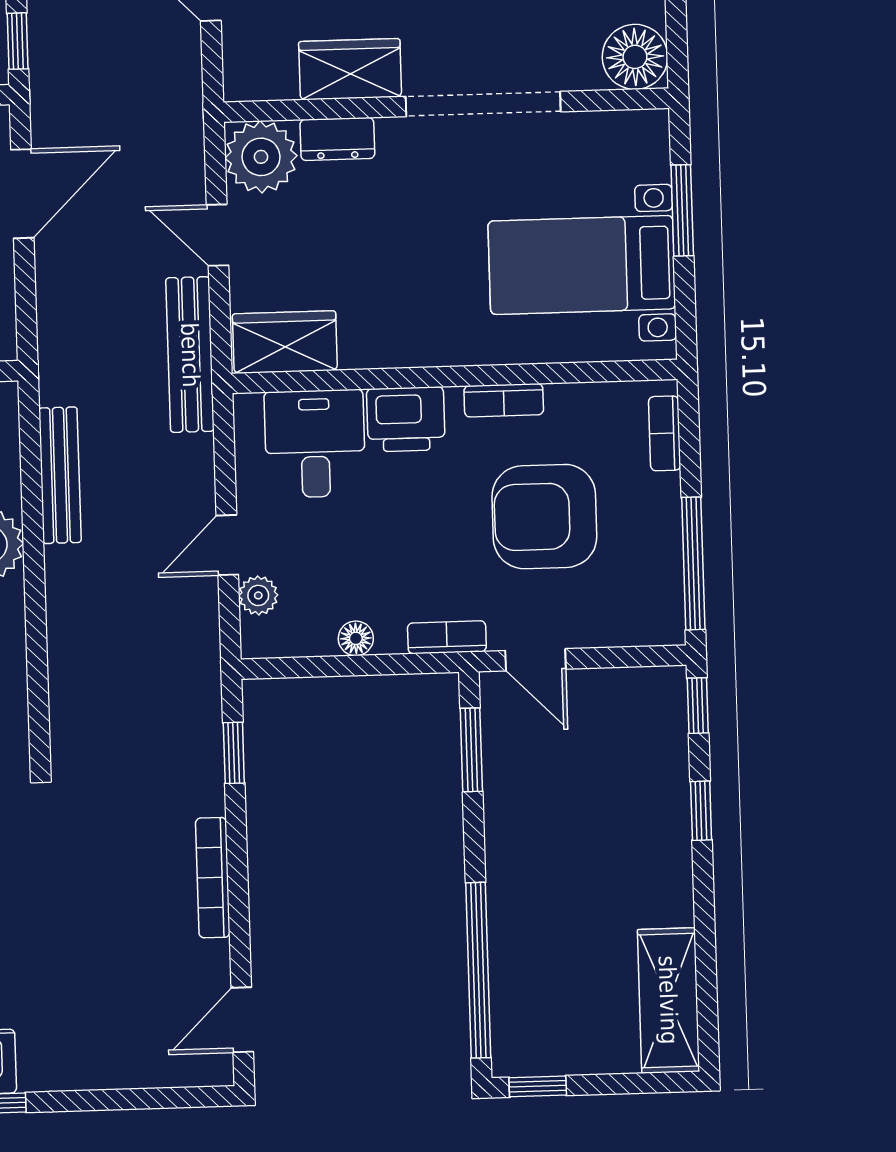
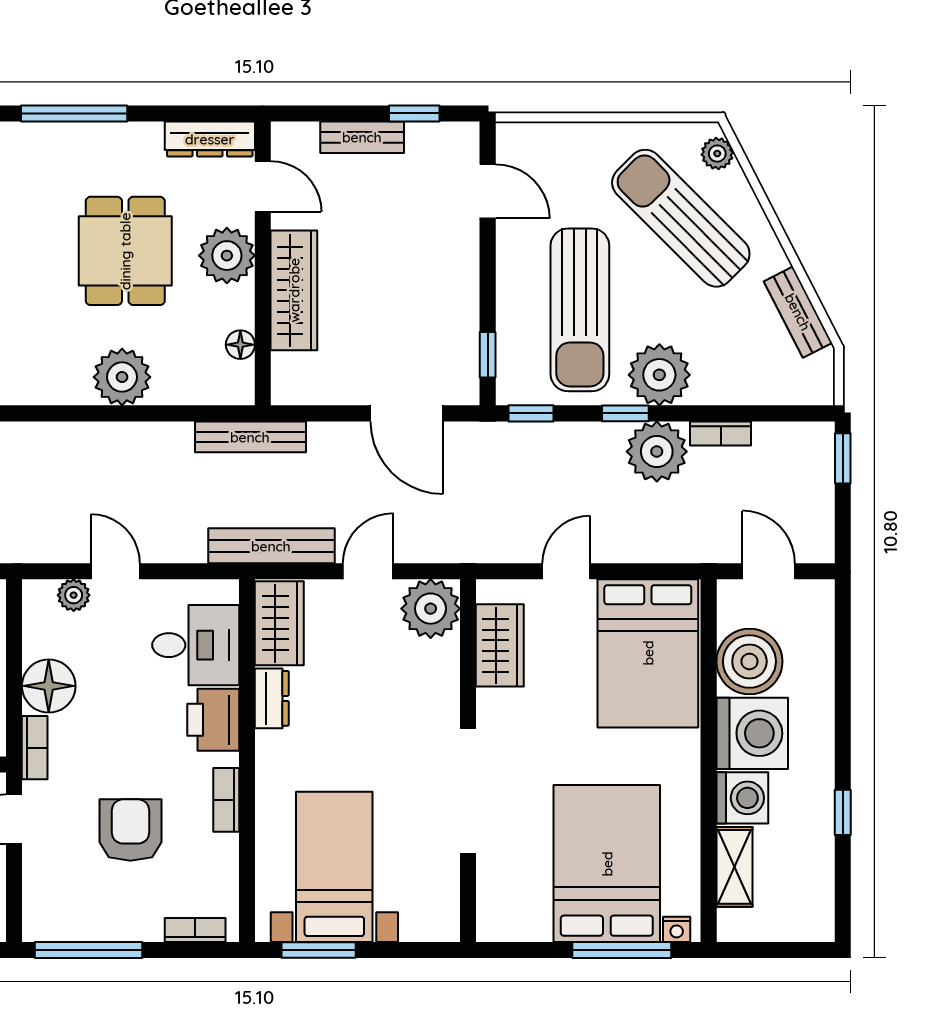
floor lamp: (635, 57) -> (502, 916), removed
wardrobe: (350, 69) -> (500, 645), moved
dresser: (337, 139) -> (272, 698), moved, turned 180
window: (682, 210) -> (319, 950), moved
bench: (60, 475) -> (250, 437), moved
armchair: (544, 517) -> (130, 830), width x0.73, depth x0.73
floor lamp: (356, 638) -> (49, 686), width x1.89, depth x1.89

